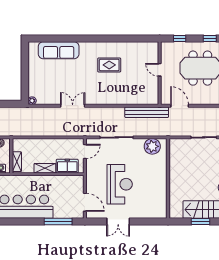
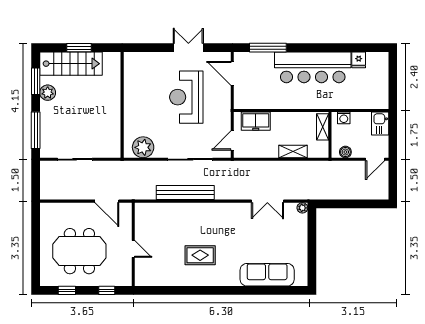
double door: (73, 106) -> (267, 201), moved
bench: (147, 112) -> (185, 193), moved
shelving: (45, 168) -> (293, 151), moved

